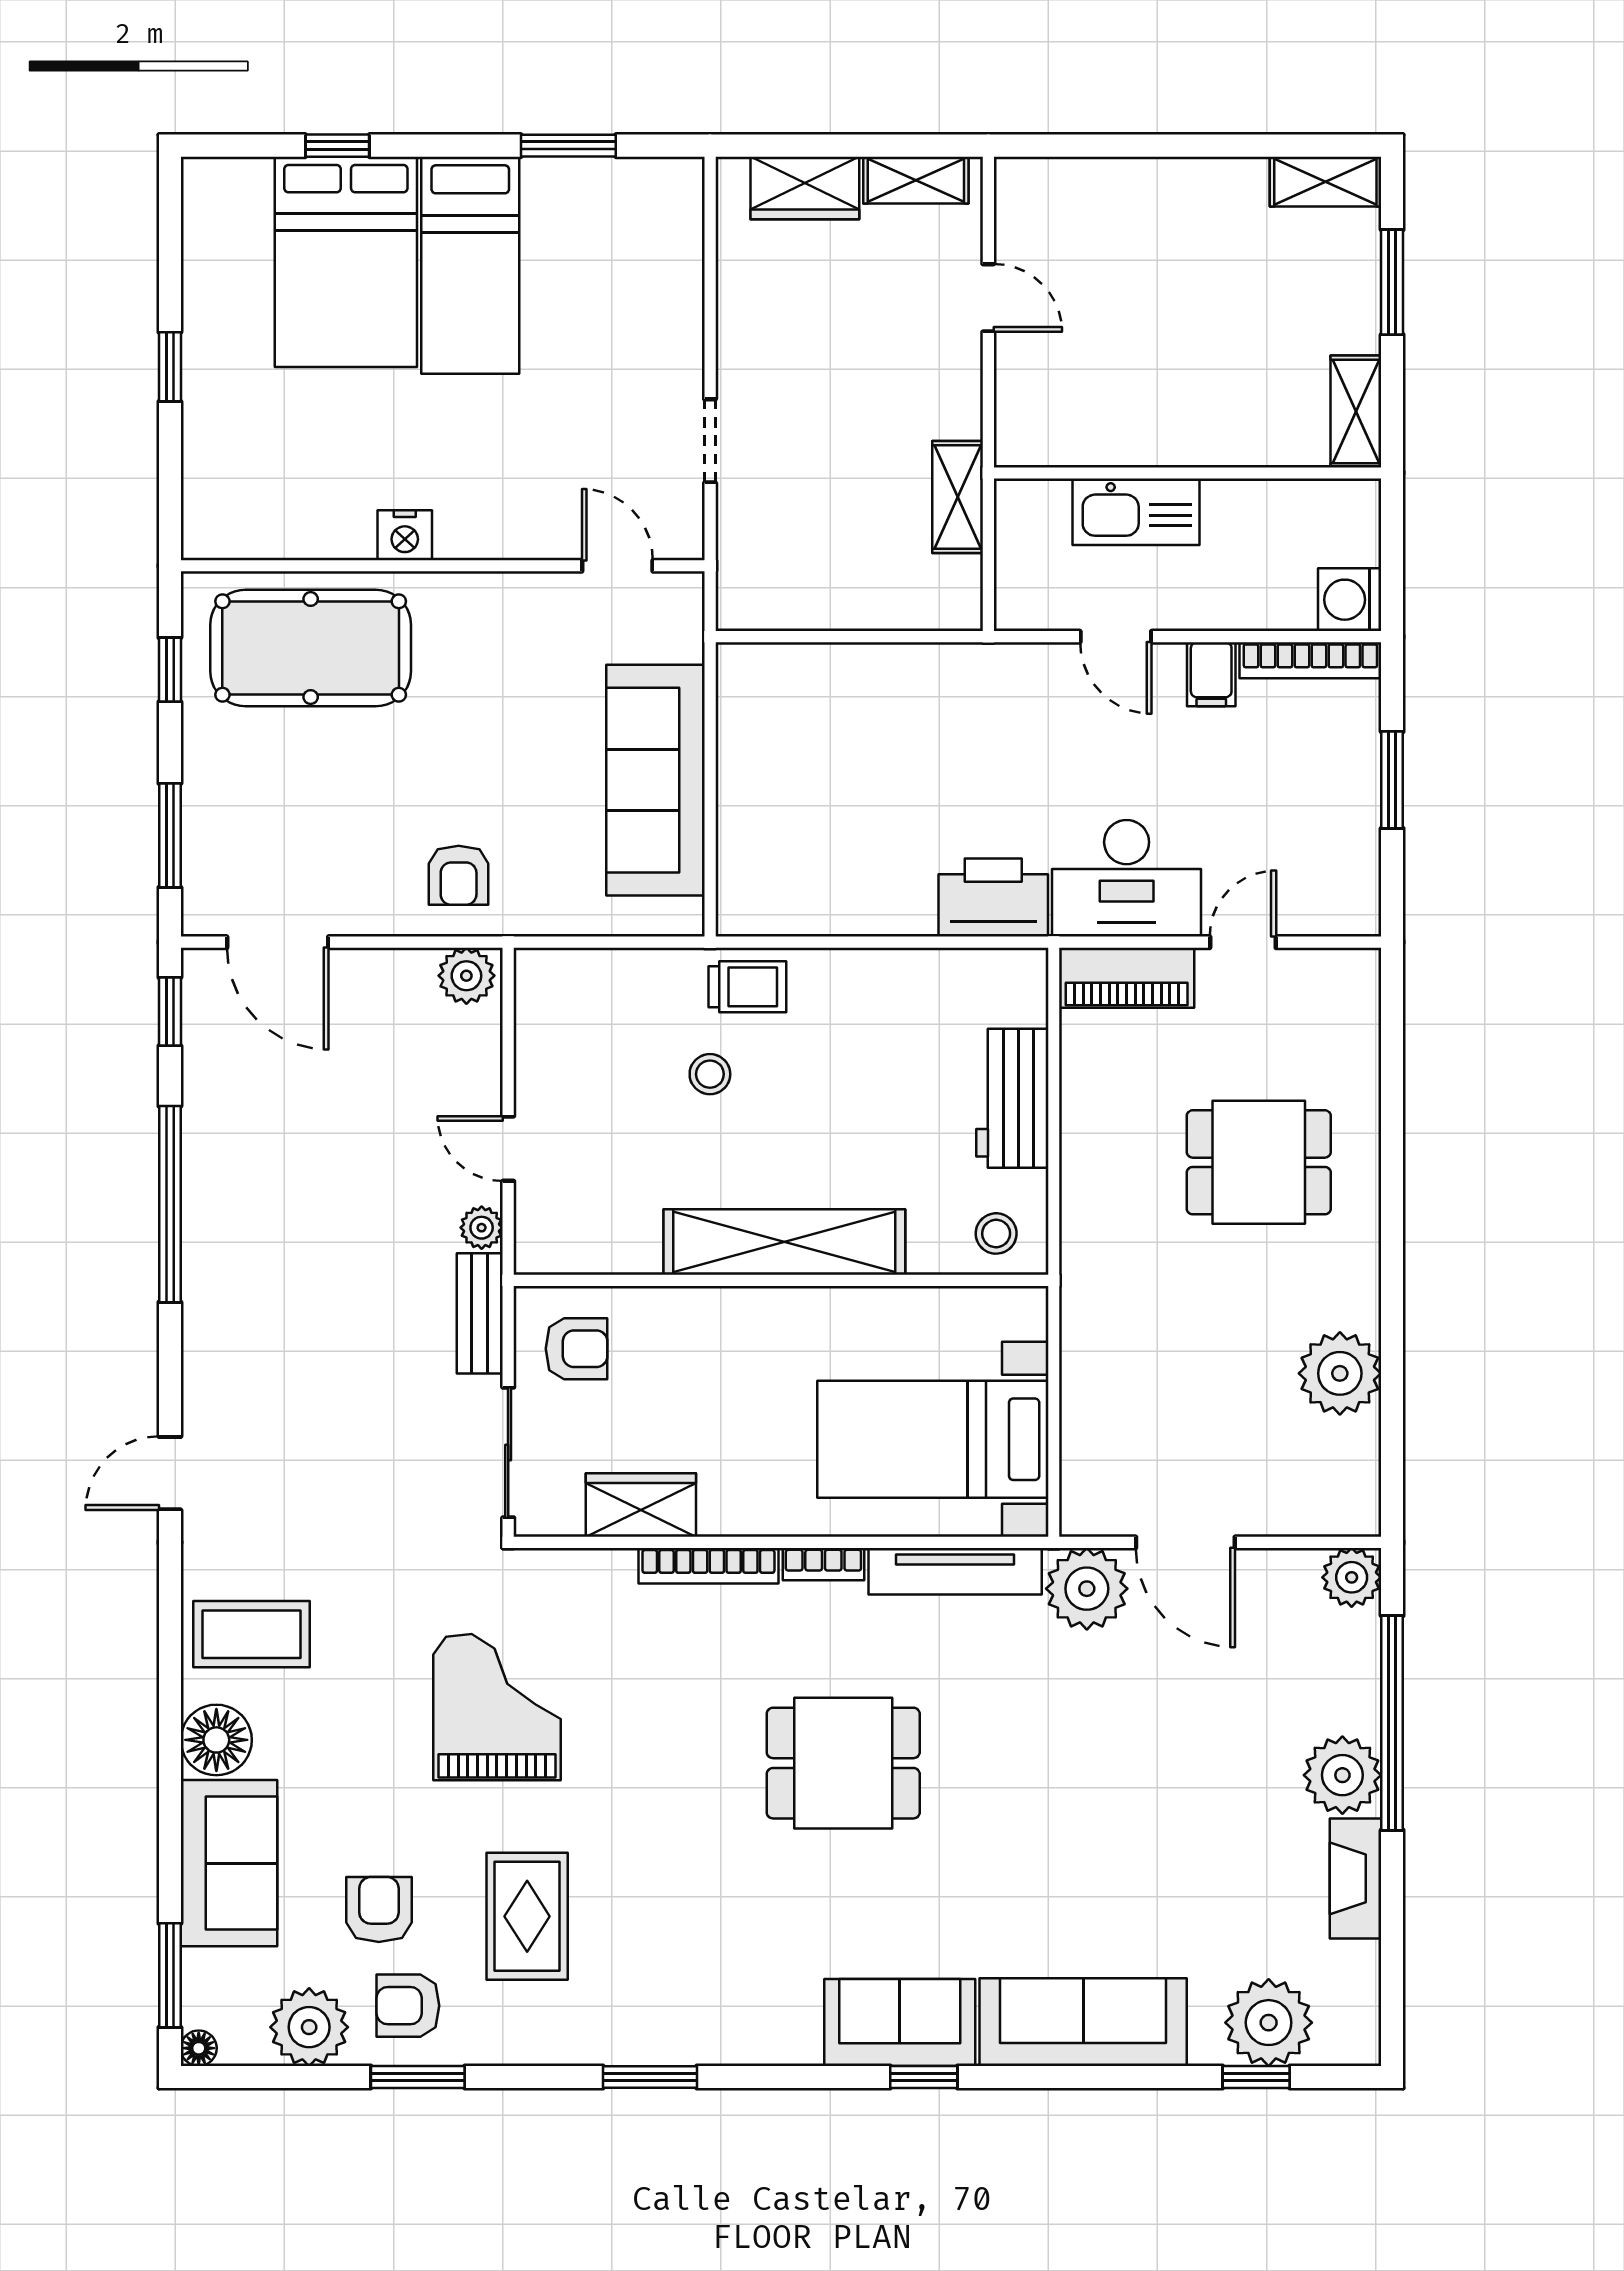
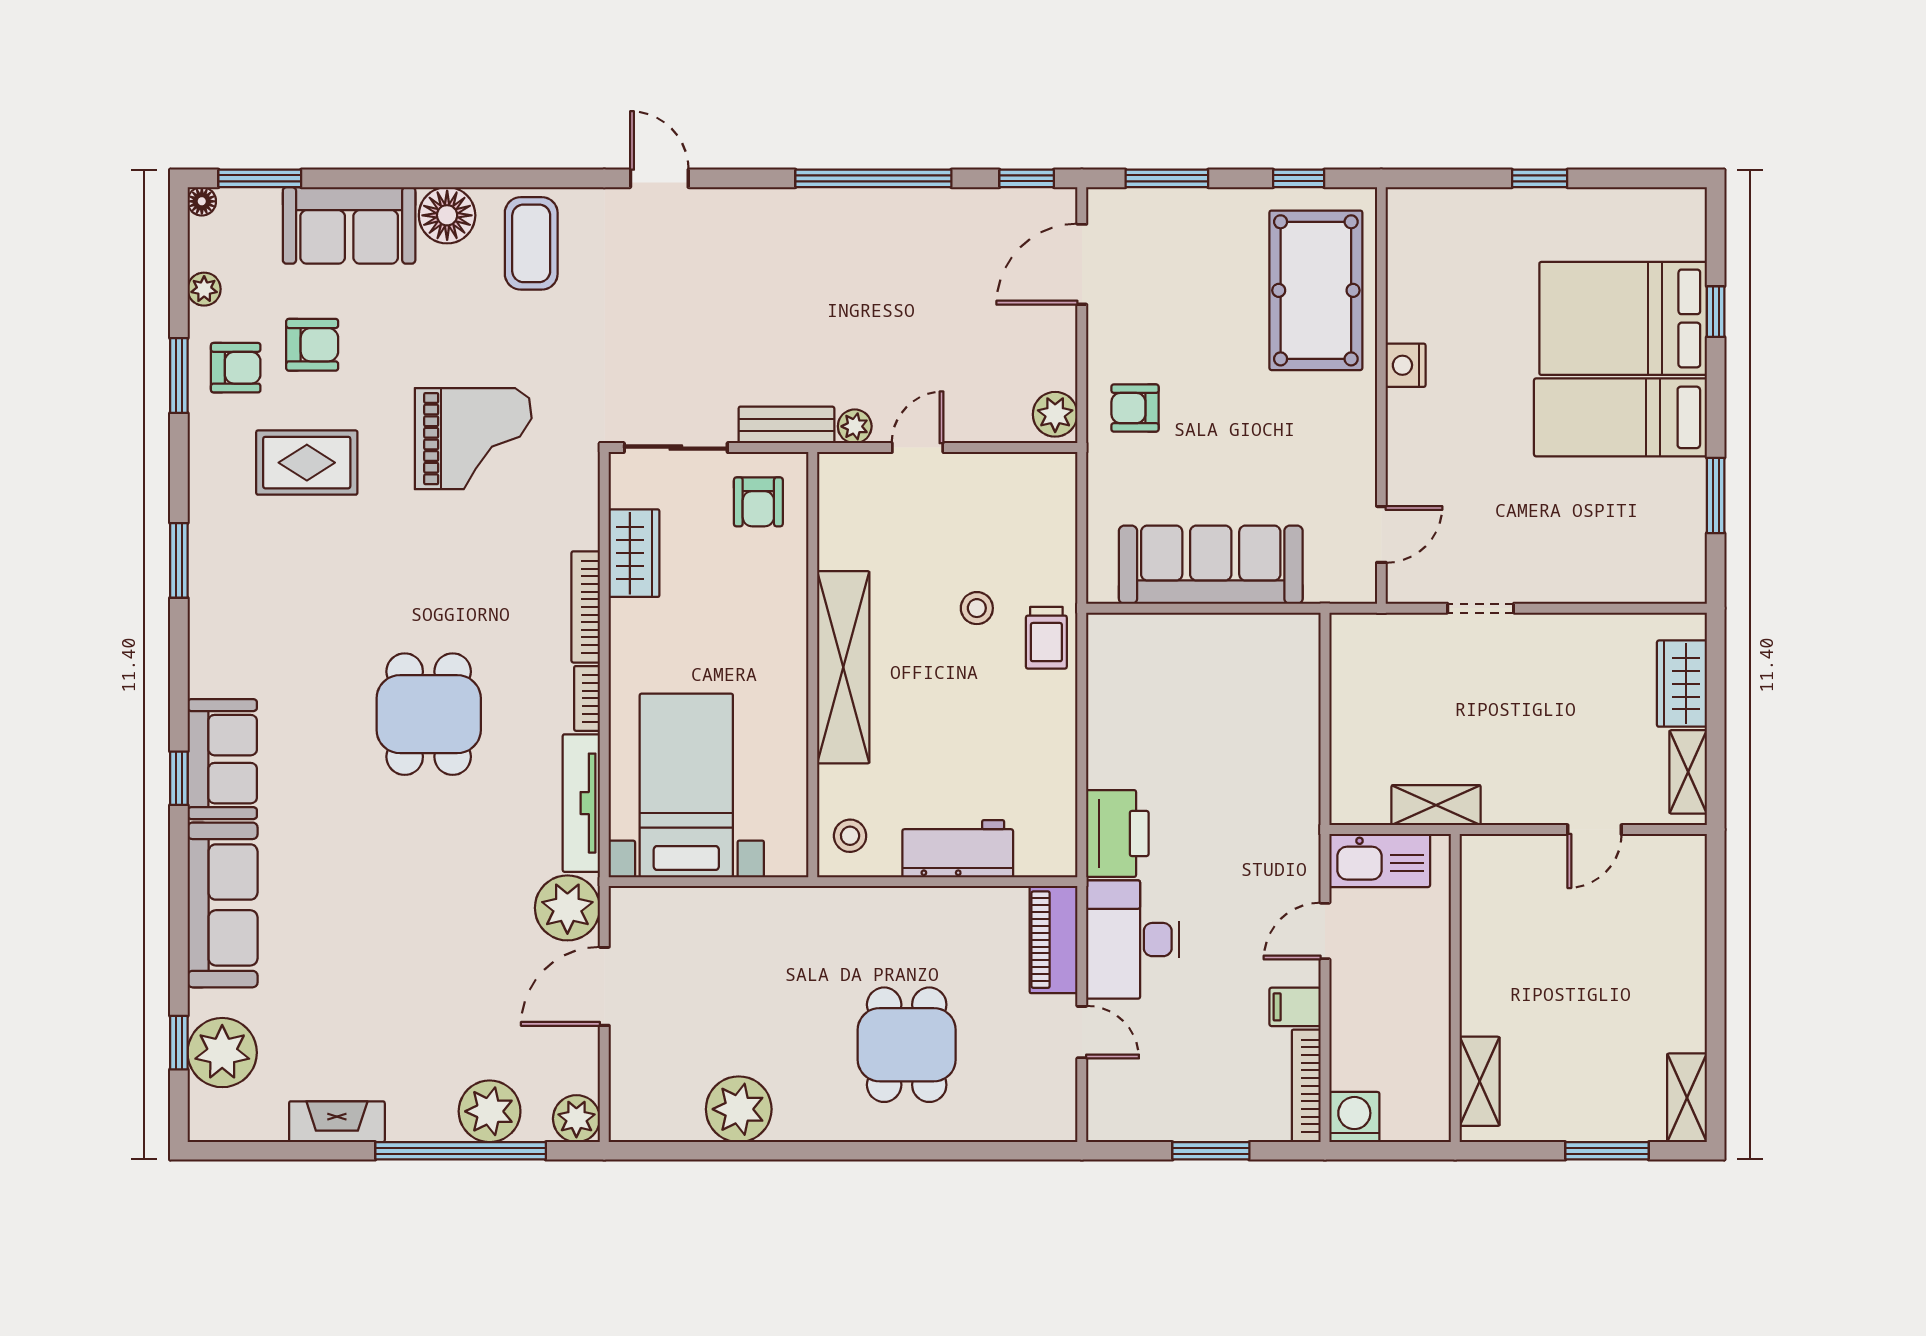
shelving: (1356, 411) -> (1480, 1081), moved, turned 90
kitchen sink: (1136, 512) -> (1380, 860), moved, turned -90
plant: (1342, 1775) -> (490, 1111), moved
armchair: (408, 2006) -> (236, 368), turned 90
plant: (309, 2027) -> (204, 289), width x0.53, depth x0.53

